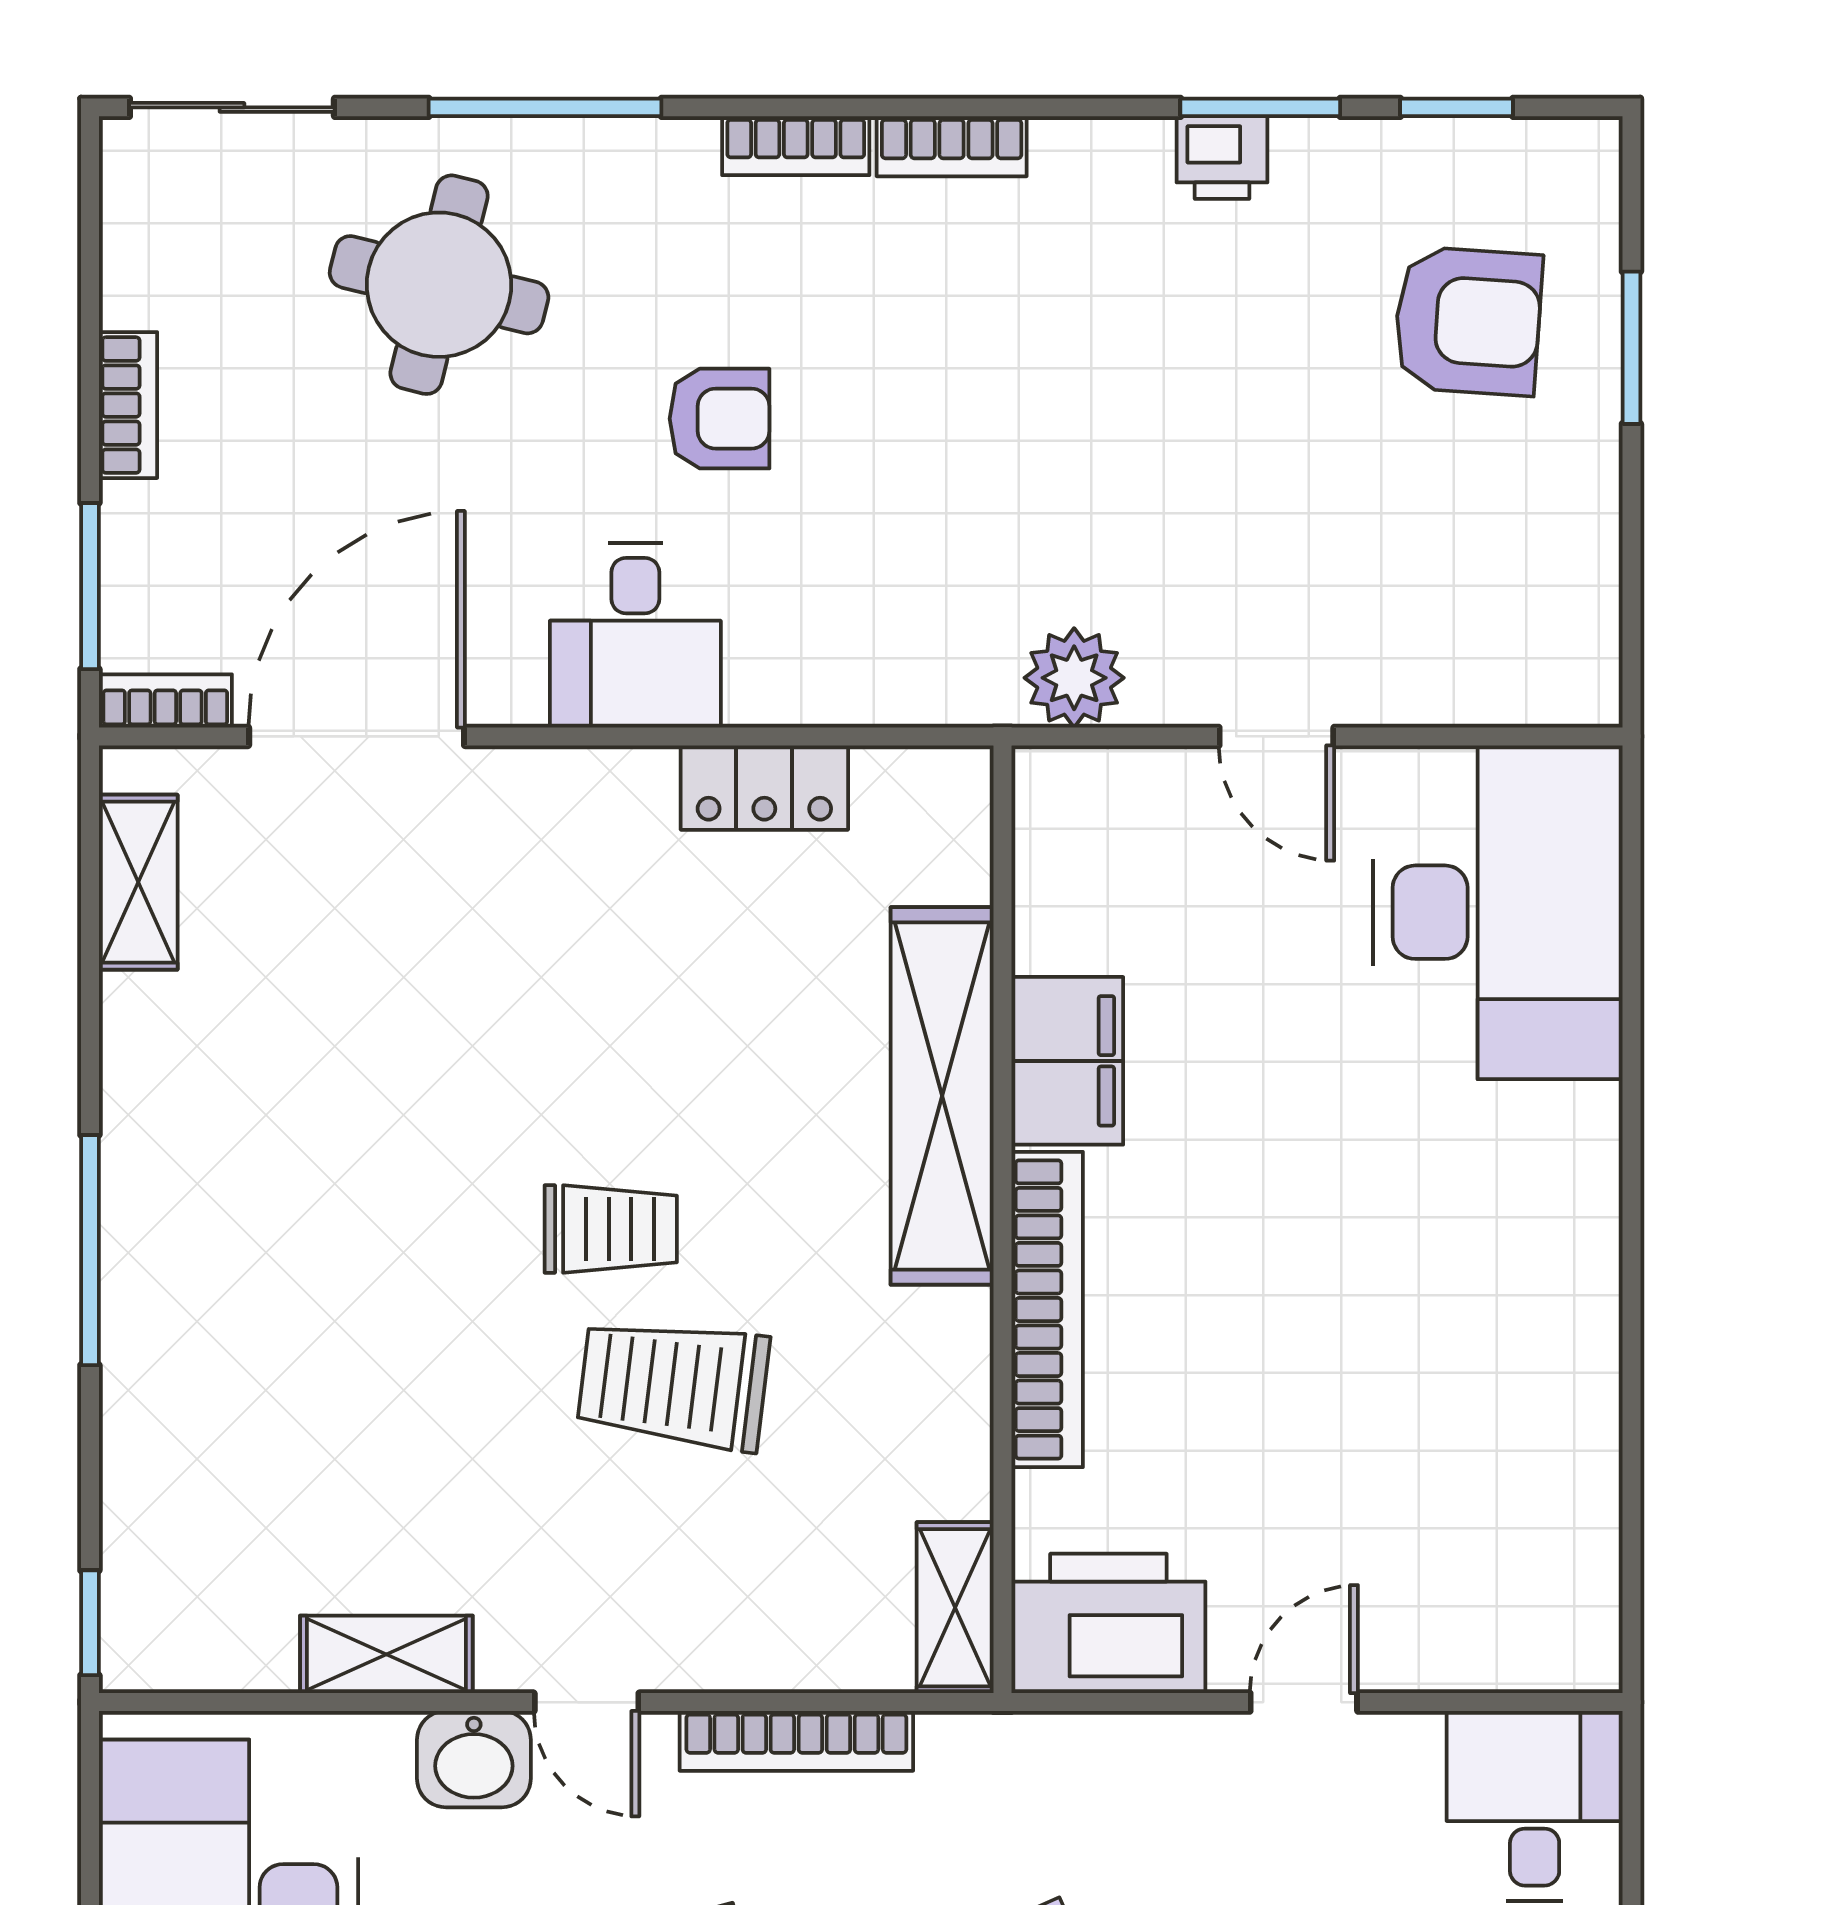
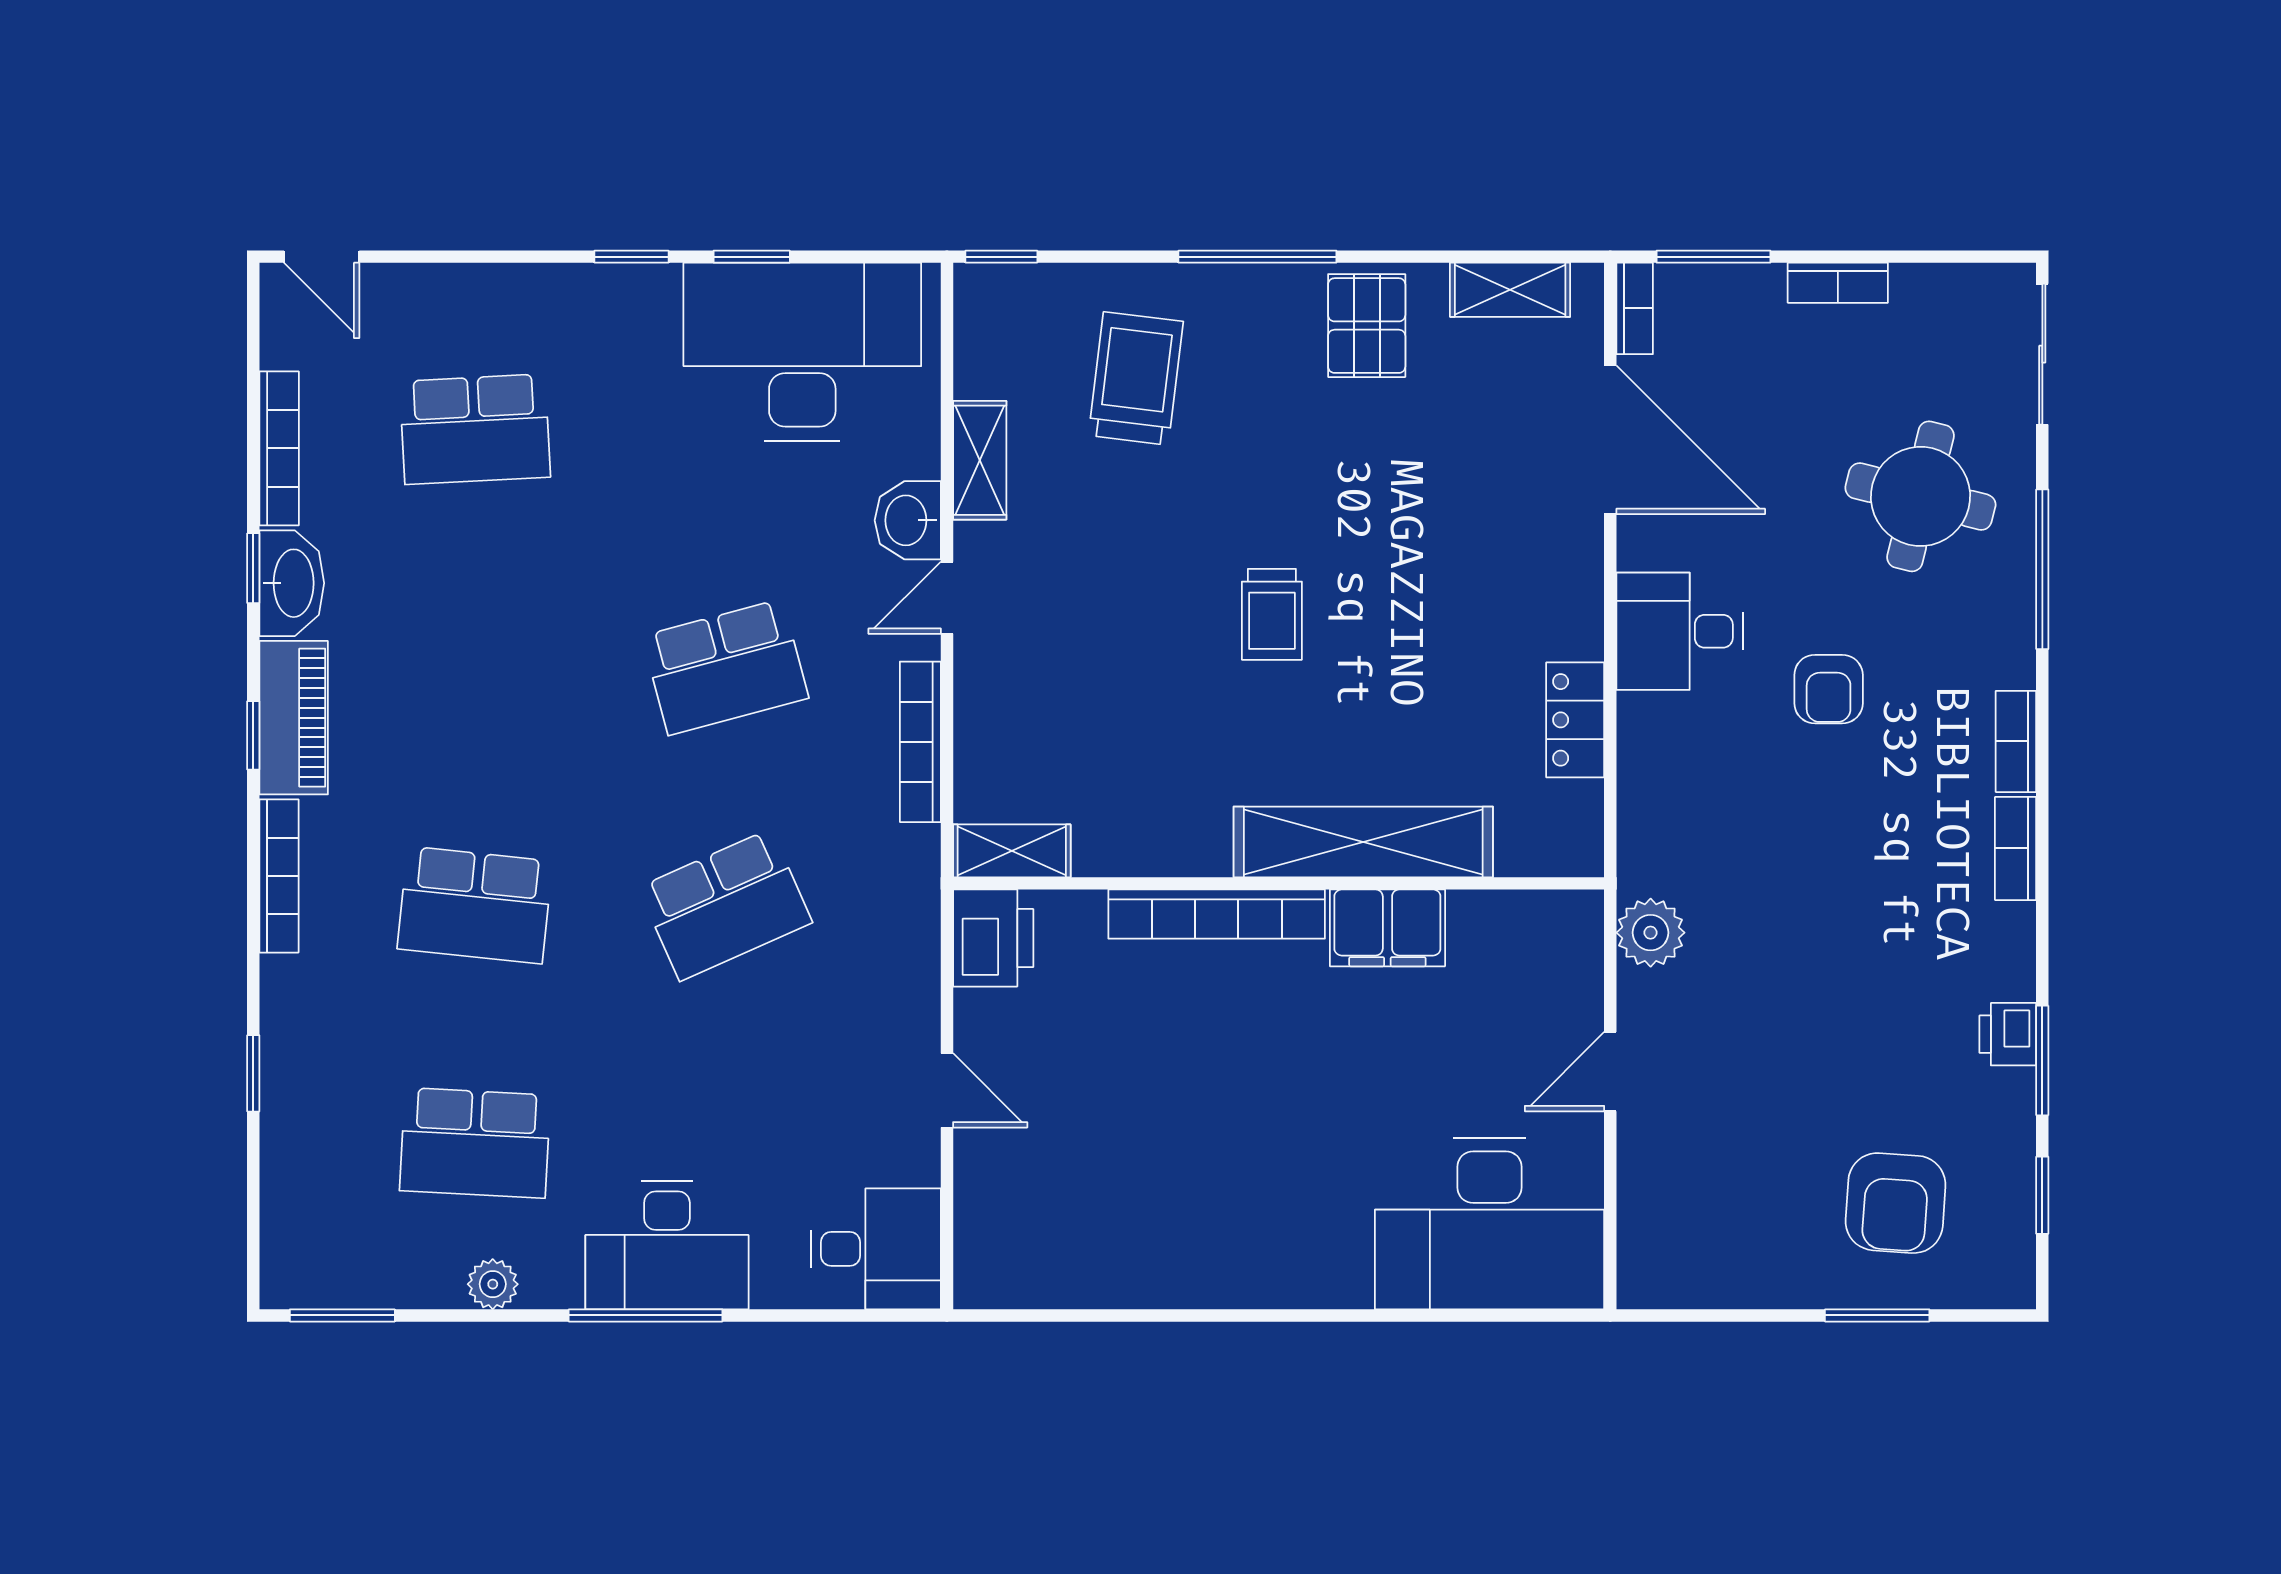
pallet: (190, 1091) -> (1367, 326), added
trolley: (673, 1384) -> (1136, 378), moved
printer: (1108, 1623) -> (993, 938), width x0.73, depth x0.84

